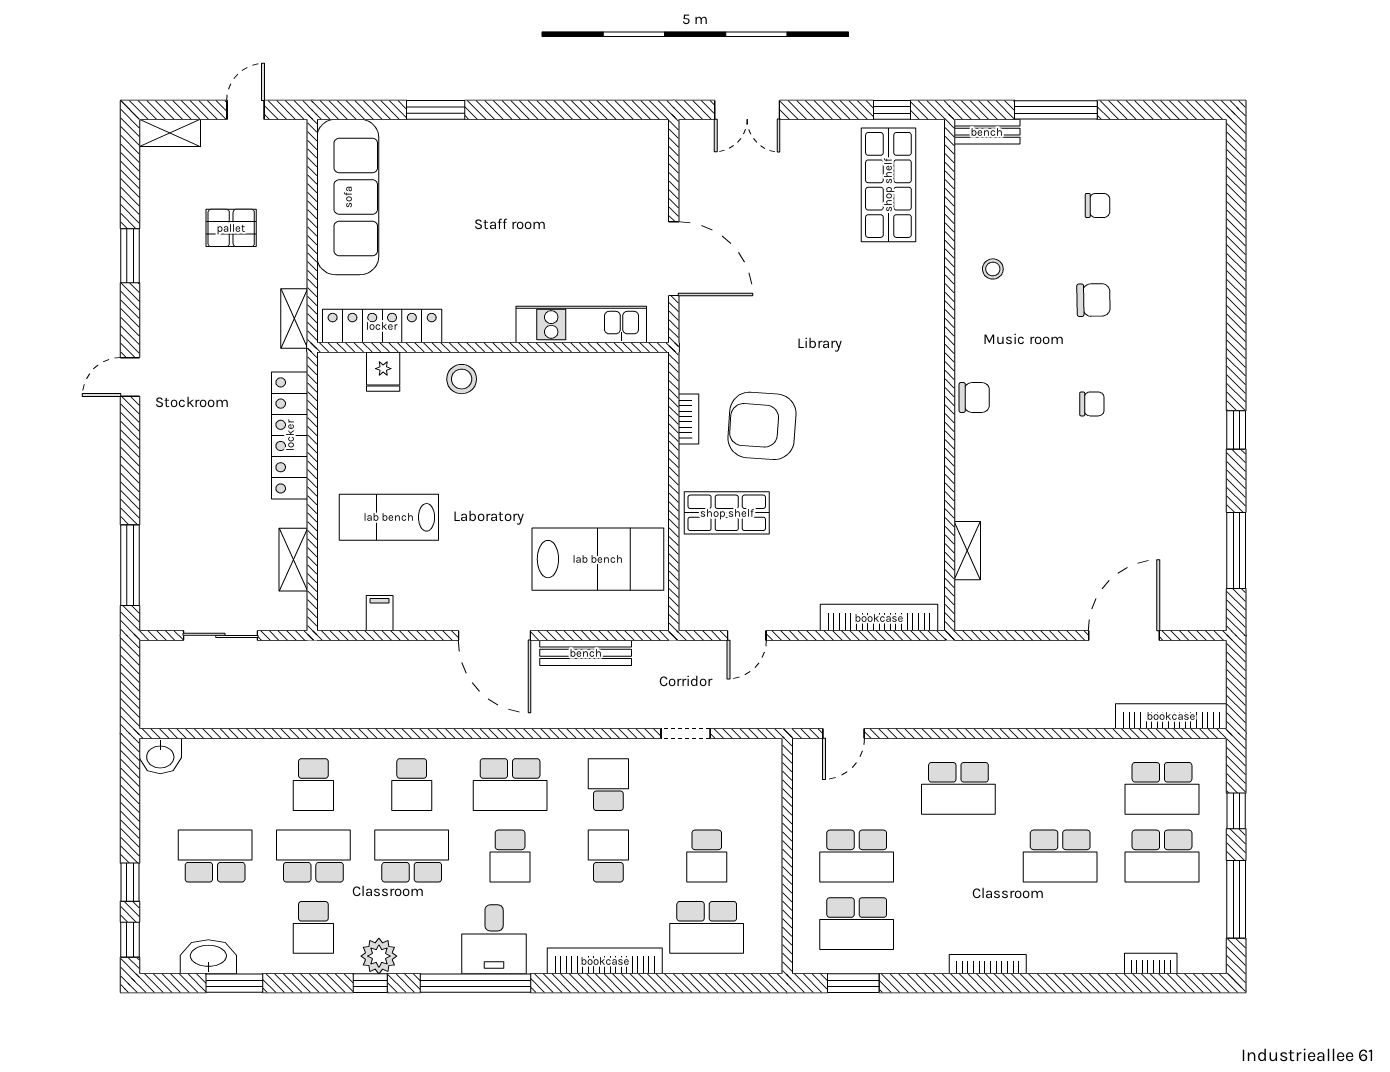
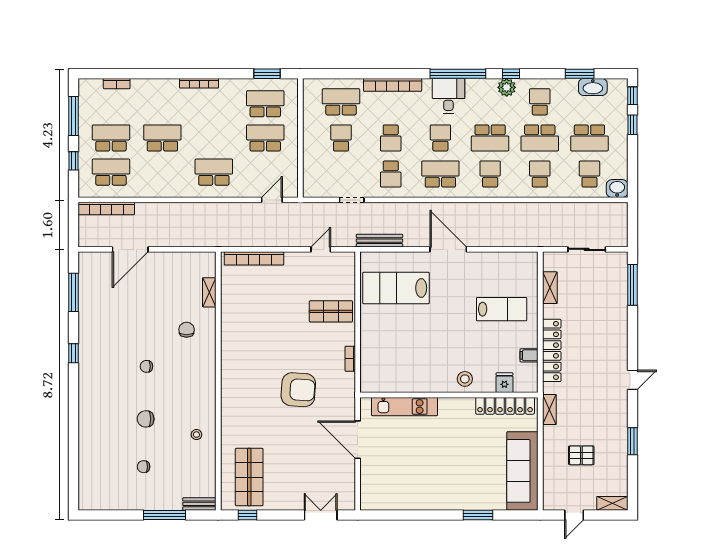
chair: (974, 397) -> (187, 330), moved, turned 90
armchair: (762, 426) -> (298, 390), moved
filing cabinet: (380, 613) -> (529, 355), moved, turned 90
bench: (586, 653) -> (379, 241), moved
school desk: (215, 785) -> (589, 174), added

